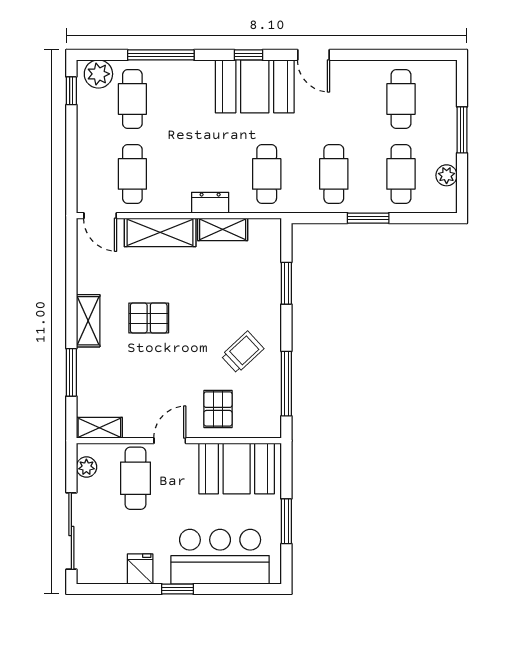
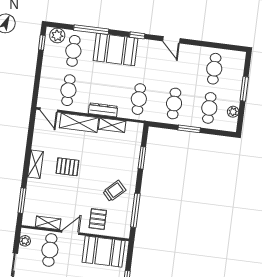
booth: (255, 86) -> (116, 49), moved
dresser: (210, 203) -> (103, 110), width x1.44
window: (71, 372) -> (22, 201), moved
shelving: (99, 428) -> (48, 223), moved

